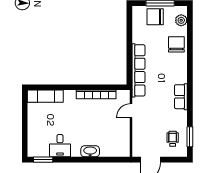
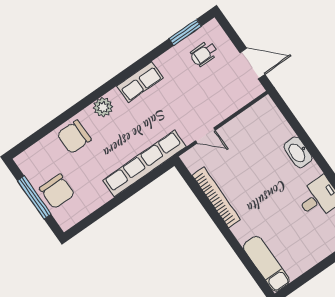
plant: (181, 20) -> (103, 107), moved

